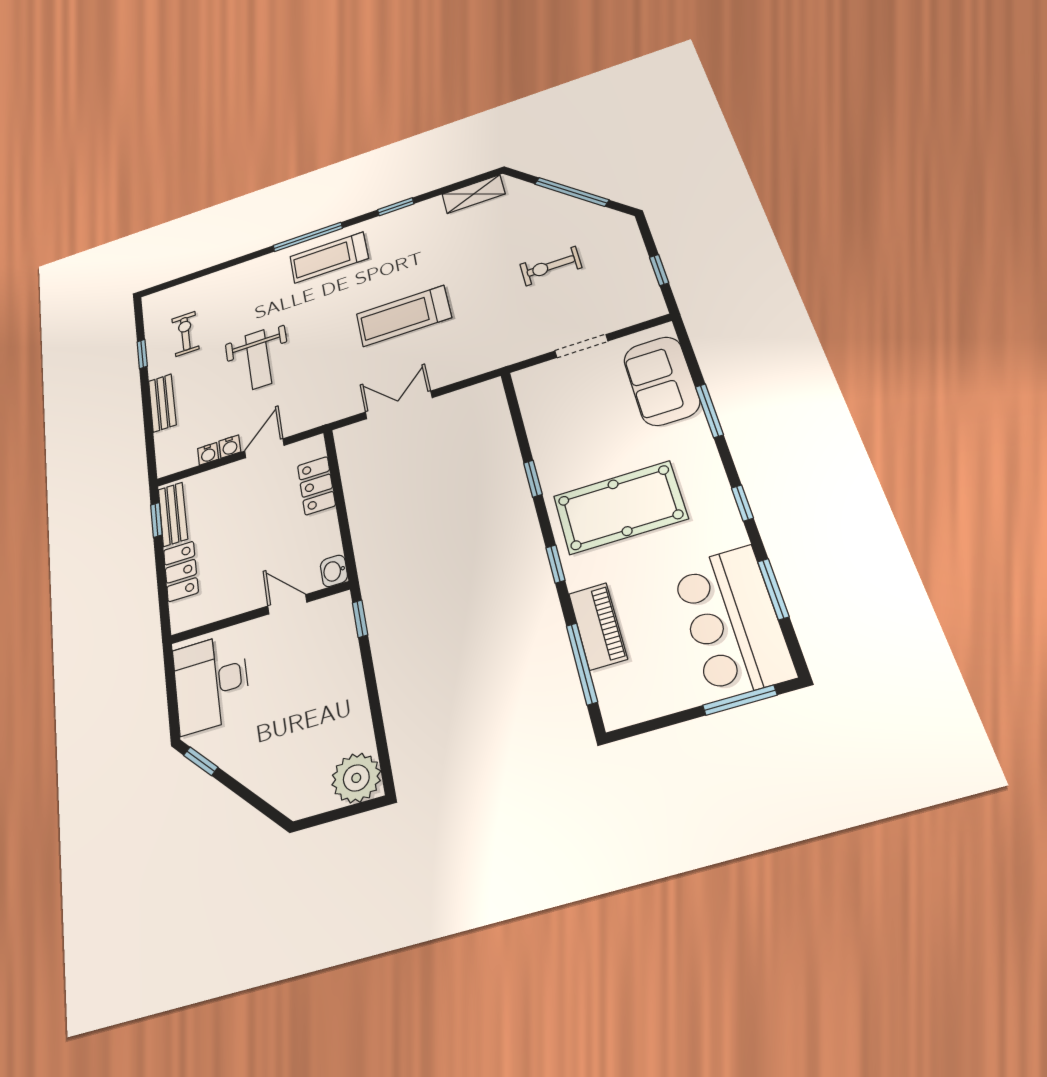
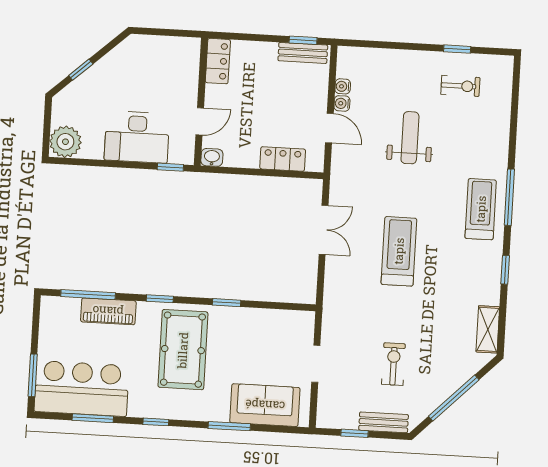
weight bench: (258, 359) -> (410, 138), turned 90
bench: (162, 403) -> (384, 422), moved
locker: (181, 571) -> (218, 61), moved, turned -90
desk: (211, 683) -> (137, 137), moved, turned 180
window: (201, 761) -> (81, 70), moved

